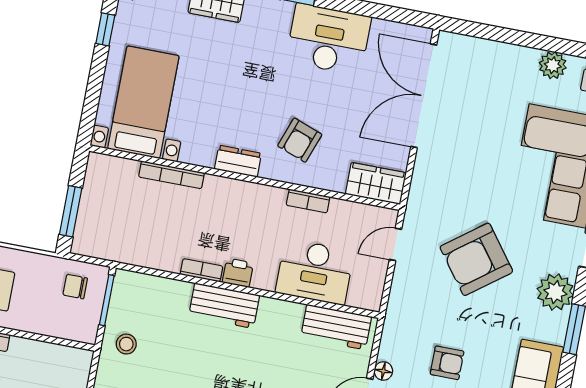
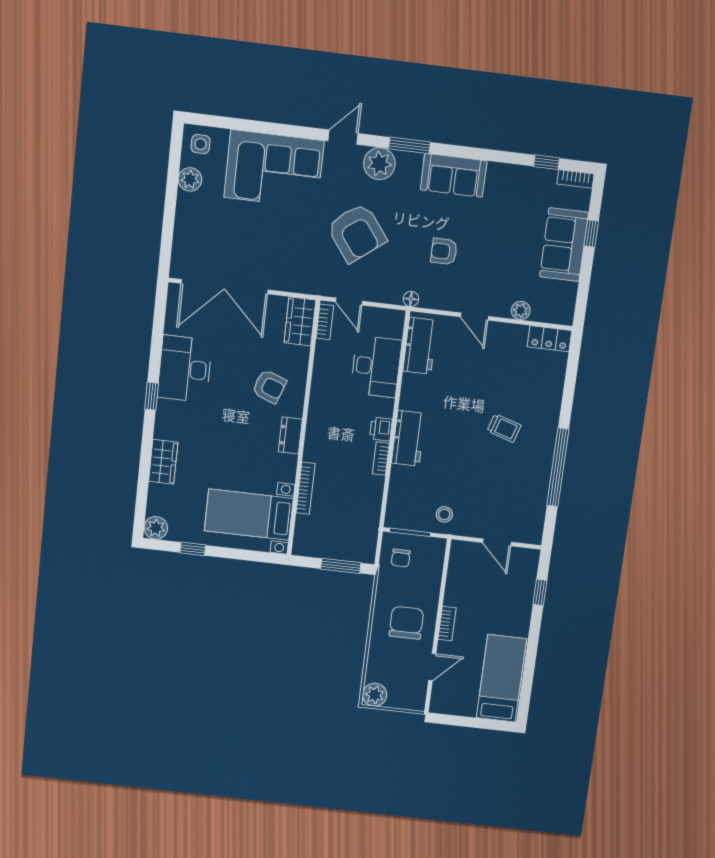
bookcase: (308, 201) -> (325, 322), moved
armchair: (447, 363) -> (444, 251), turned -90
floor lamp: (383, 371) -> (411, 299), moved

